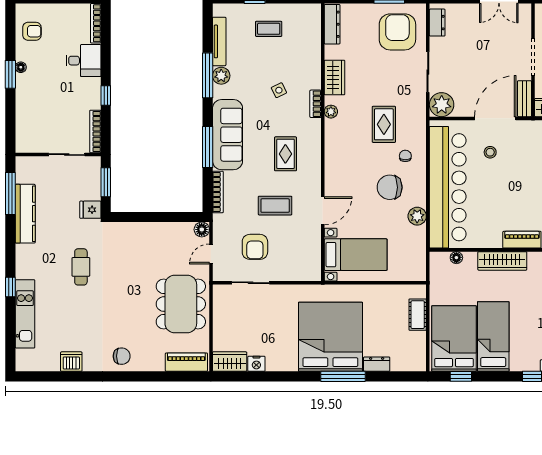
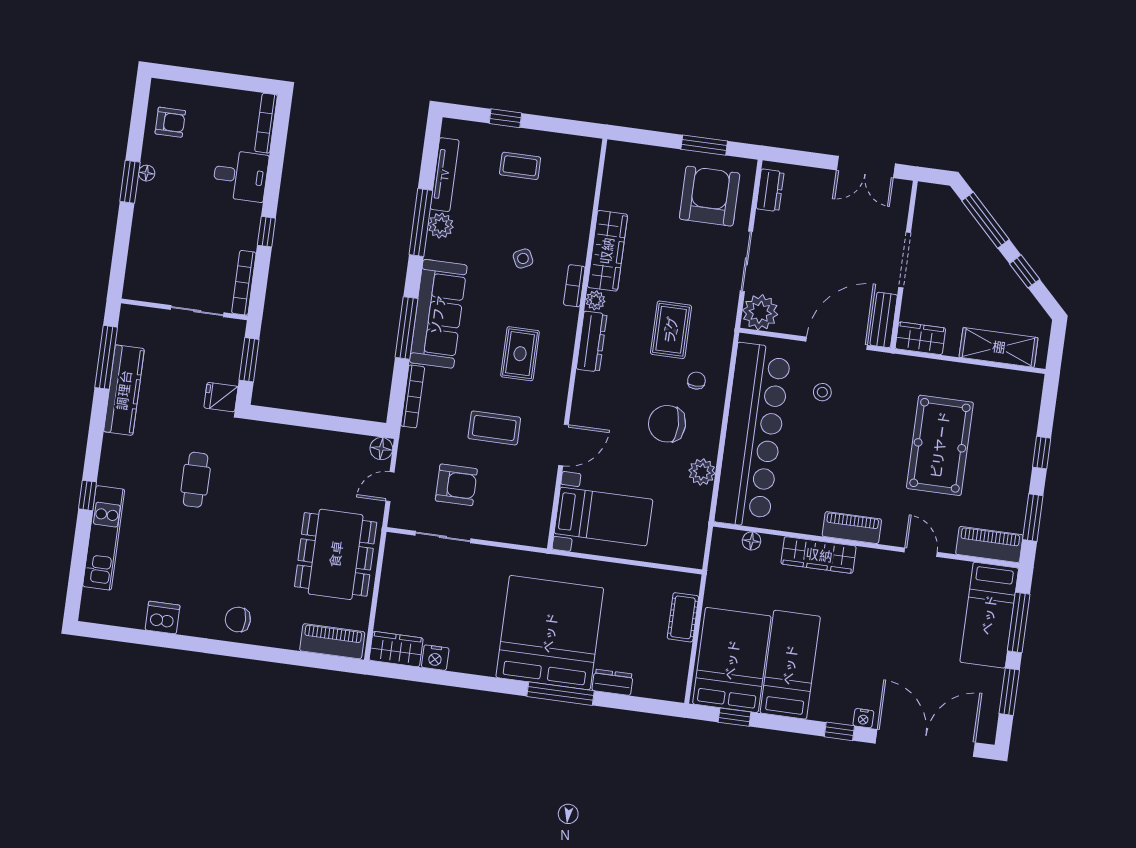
dresser: (332, 24) -> (592, 342), moved
wardrobe: (334, 78) -> (607, 251), width x1.50
armchair: (255, 247) -> (456, 485), turned -90
chair: (122, 356) -> (238, 620), turned 180

